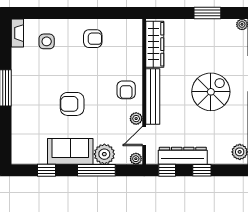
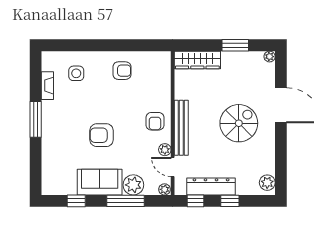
fireplace: (17, 33) -> (47, 86), moved
wardrobe: (155, 44) -> (197, 60), moved, turned 90
door: (144, 136) -> (173, 167), hinge flipped

